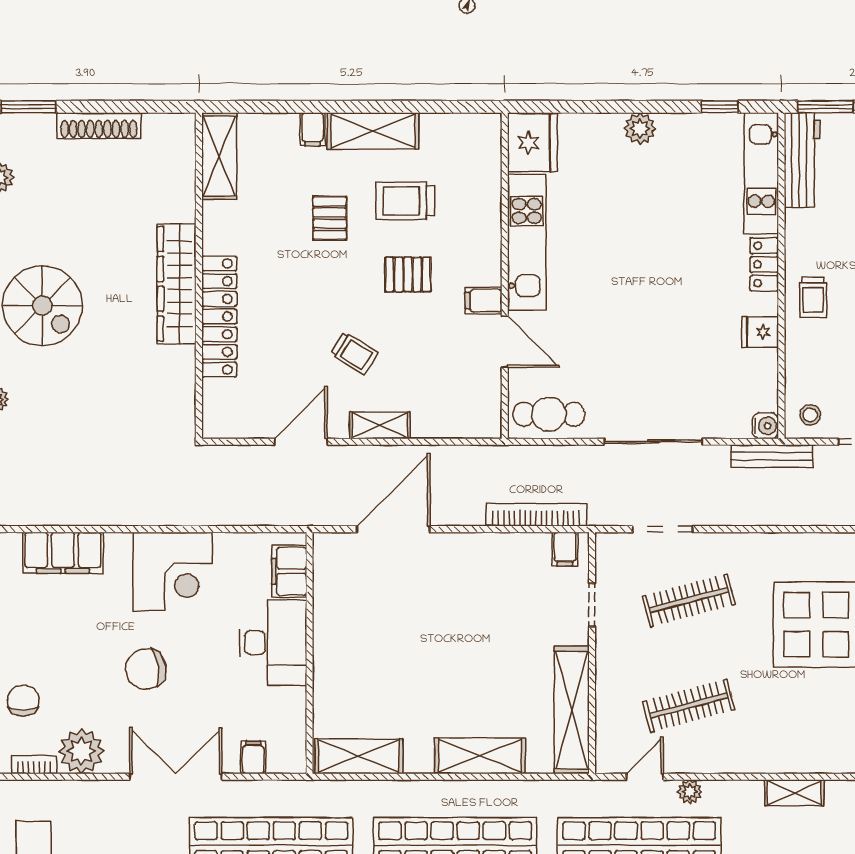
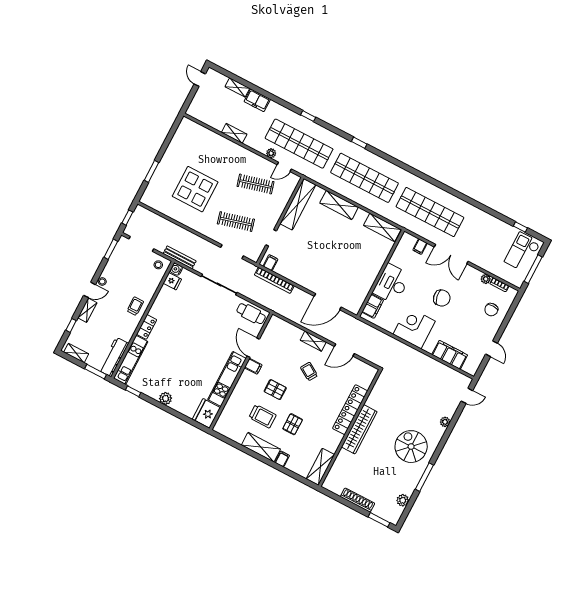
fridge: (760, 332) -> (172, 281), moved
plant: (81, 751) -> (486, 279), width x0.53, depth x0.53

